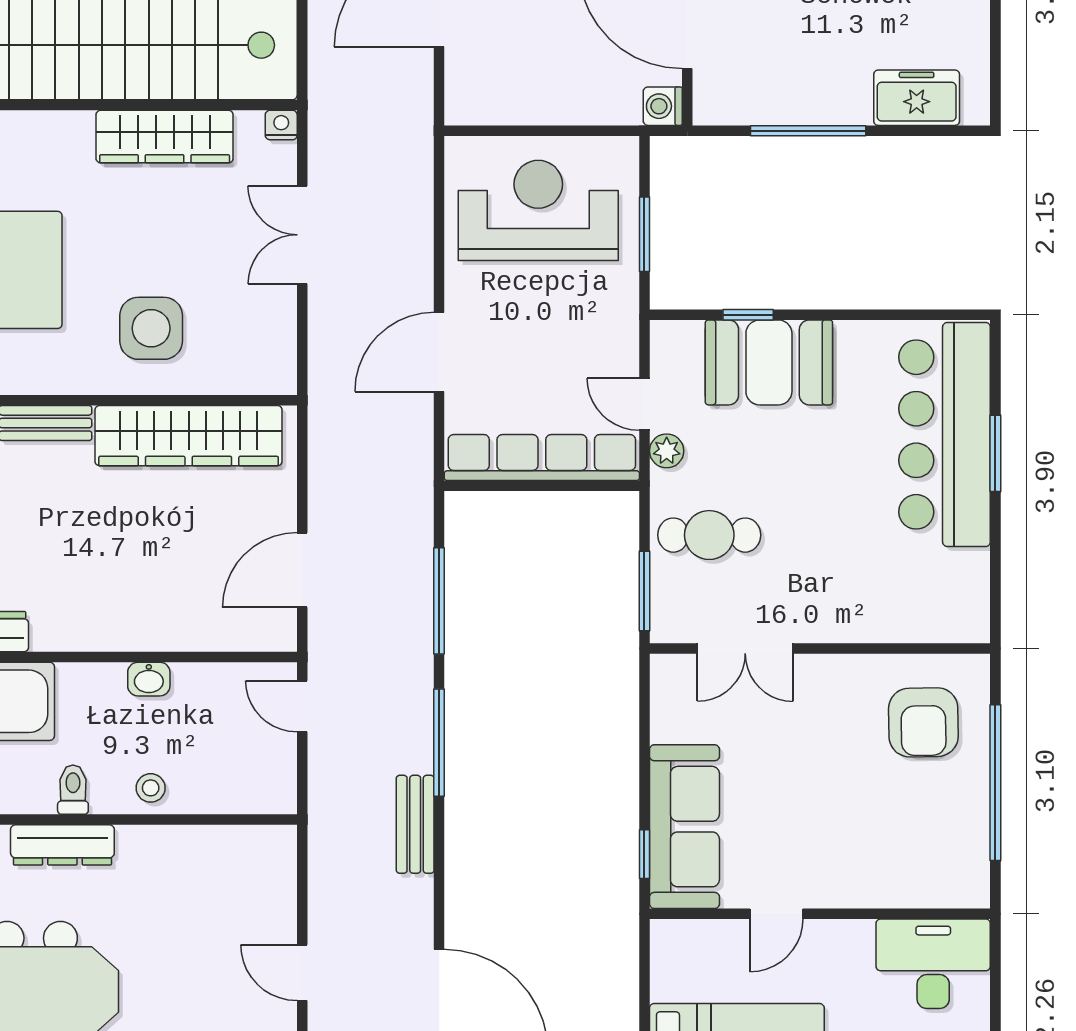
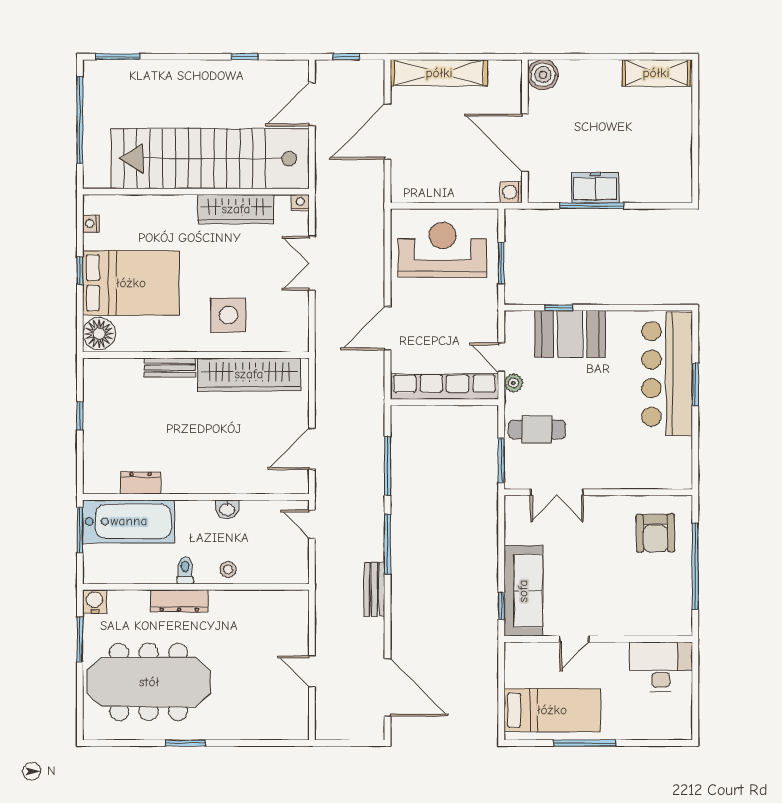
freezer: (917, 98) -> (595, 188), moved

